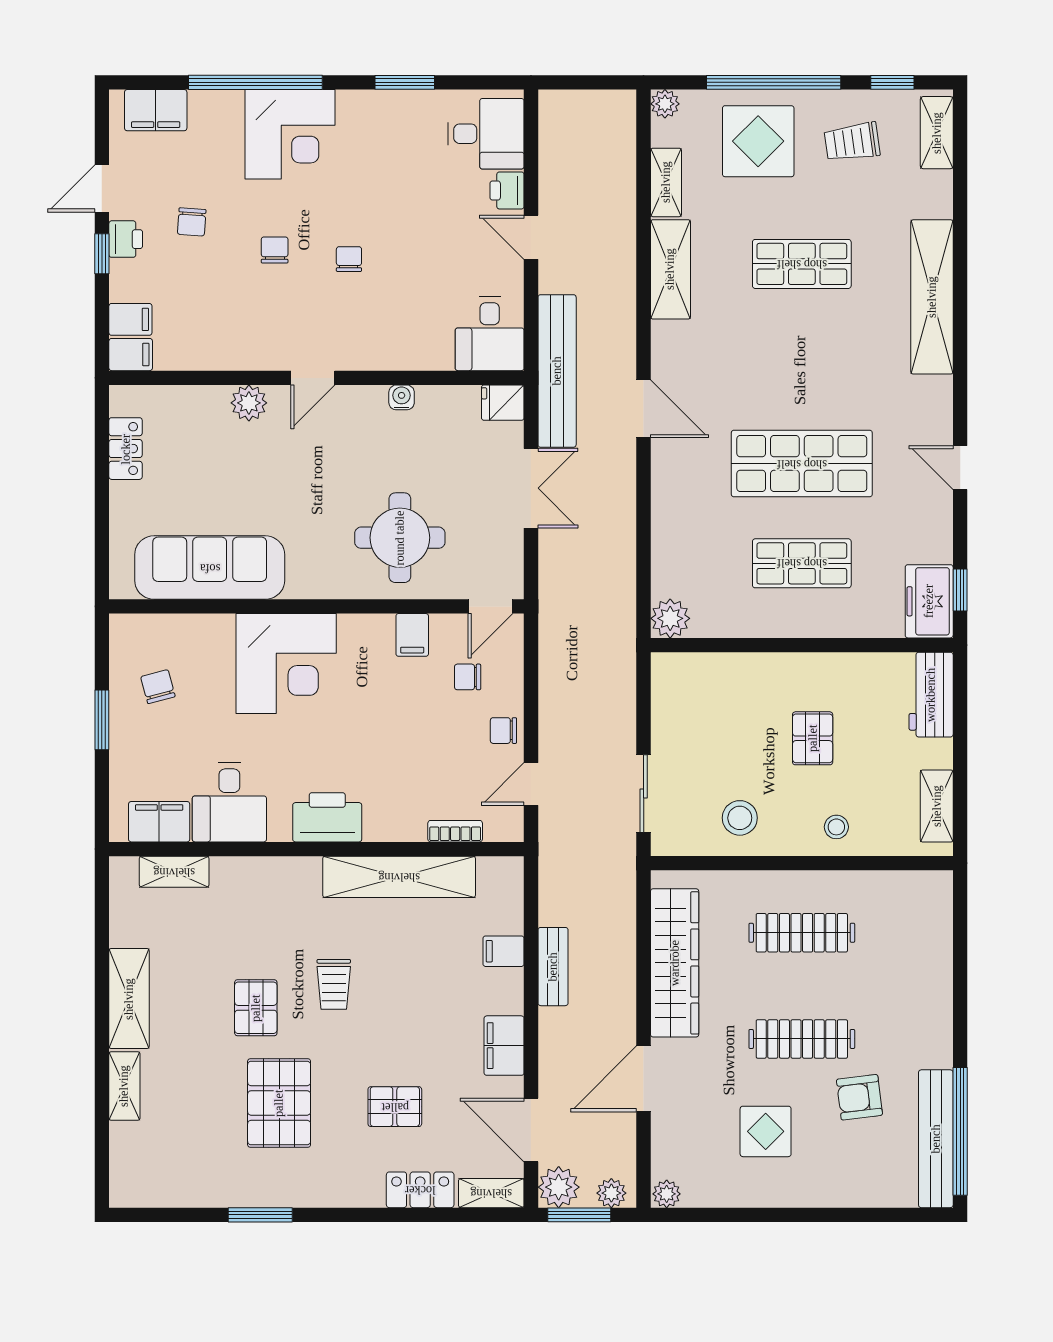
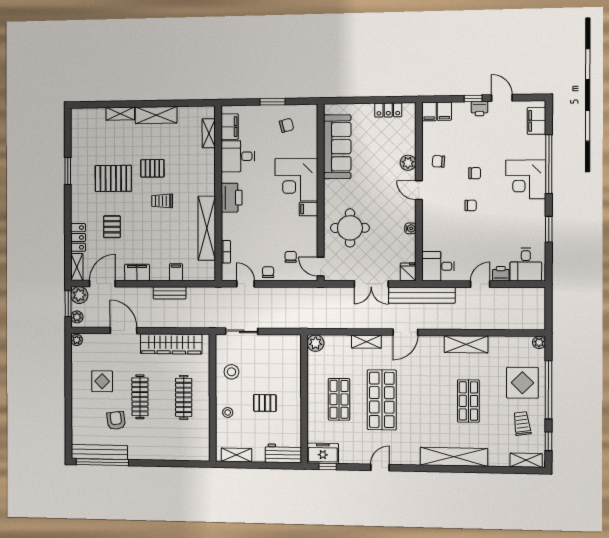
shelving: (666, 182) -> (366, 342), moved
chair: (192, 222) -> (438, 161), moved
filing cabinet: (412, 635) -> (308, 209), moved

